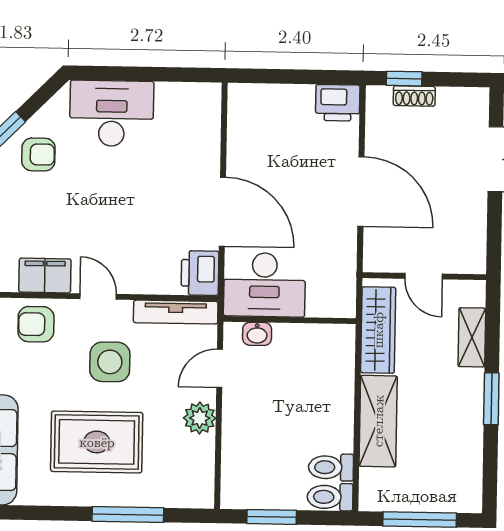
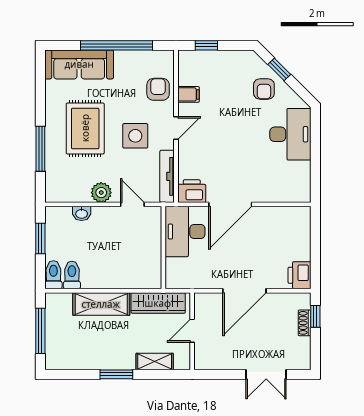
filing cabinet: (45, 275) -> (189, 94), width x0.50
washbasin: (257, 334) -> (82, 213), moved, turned -90

